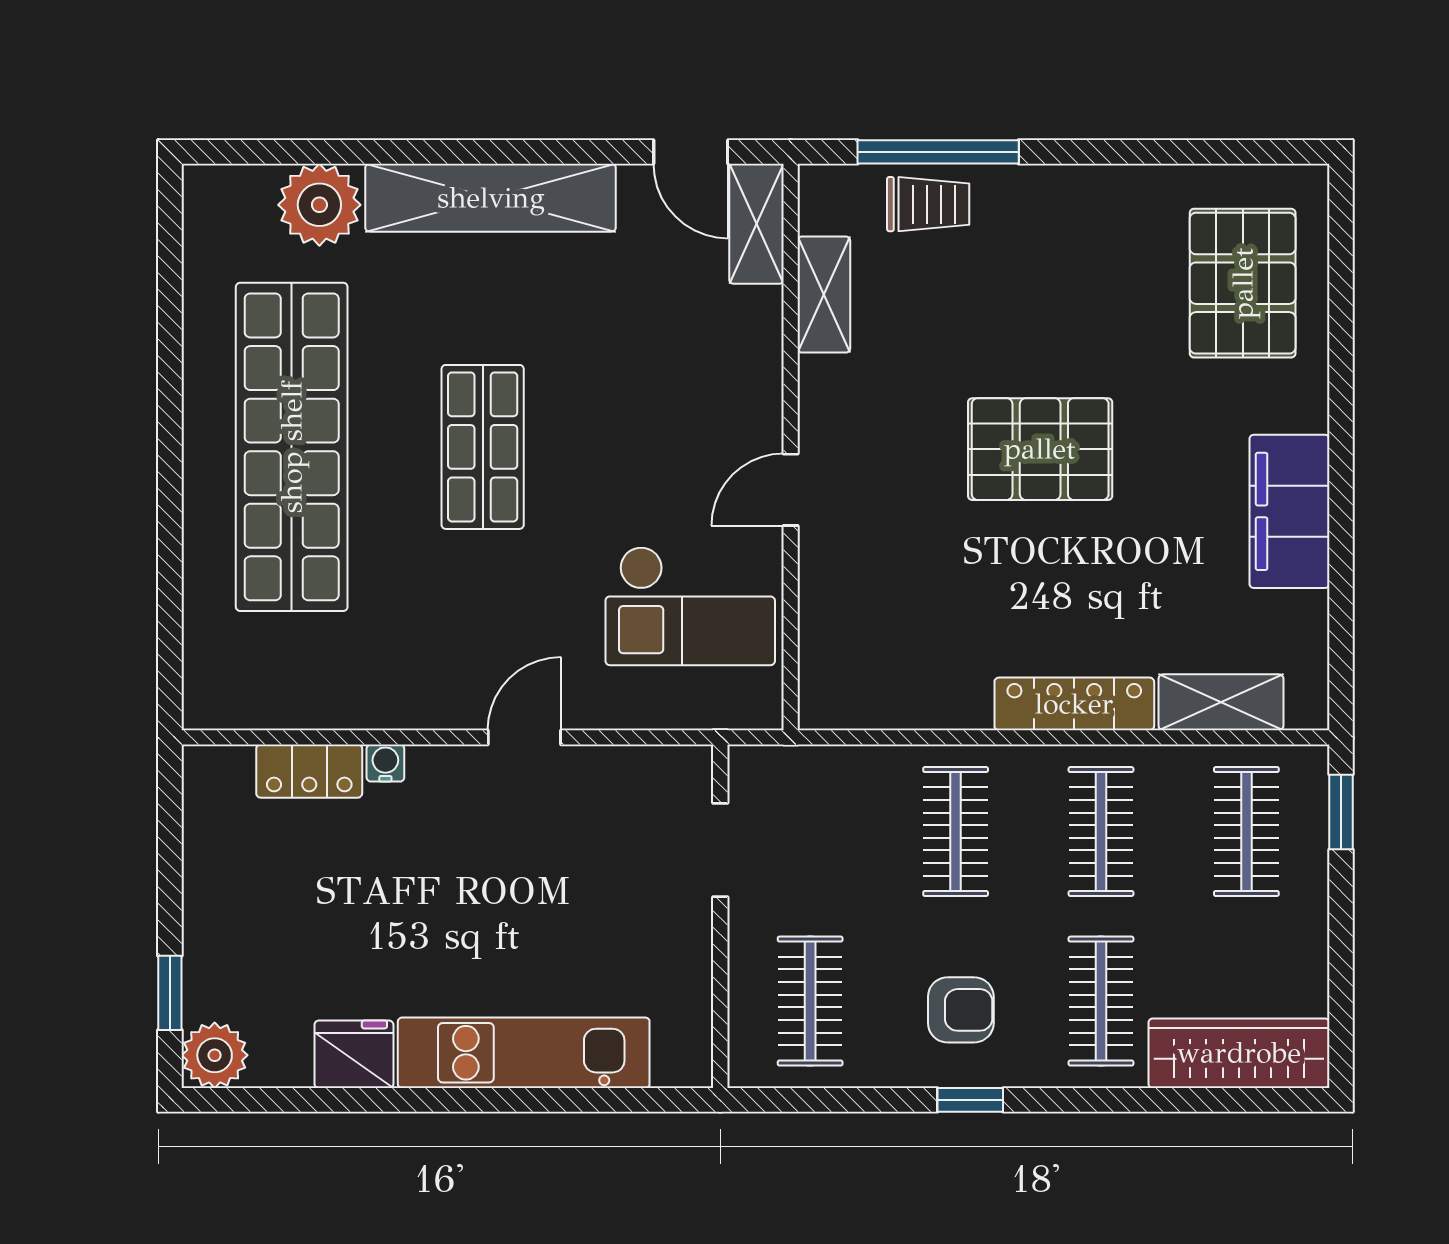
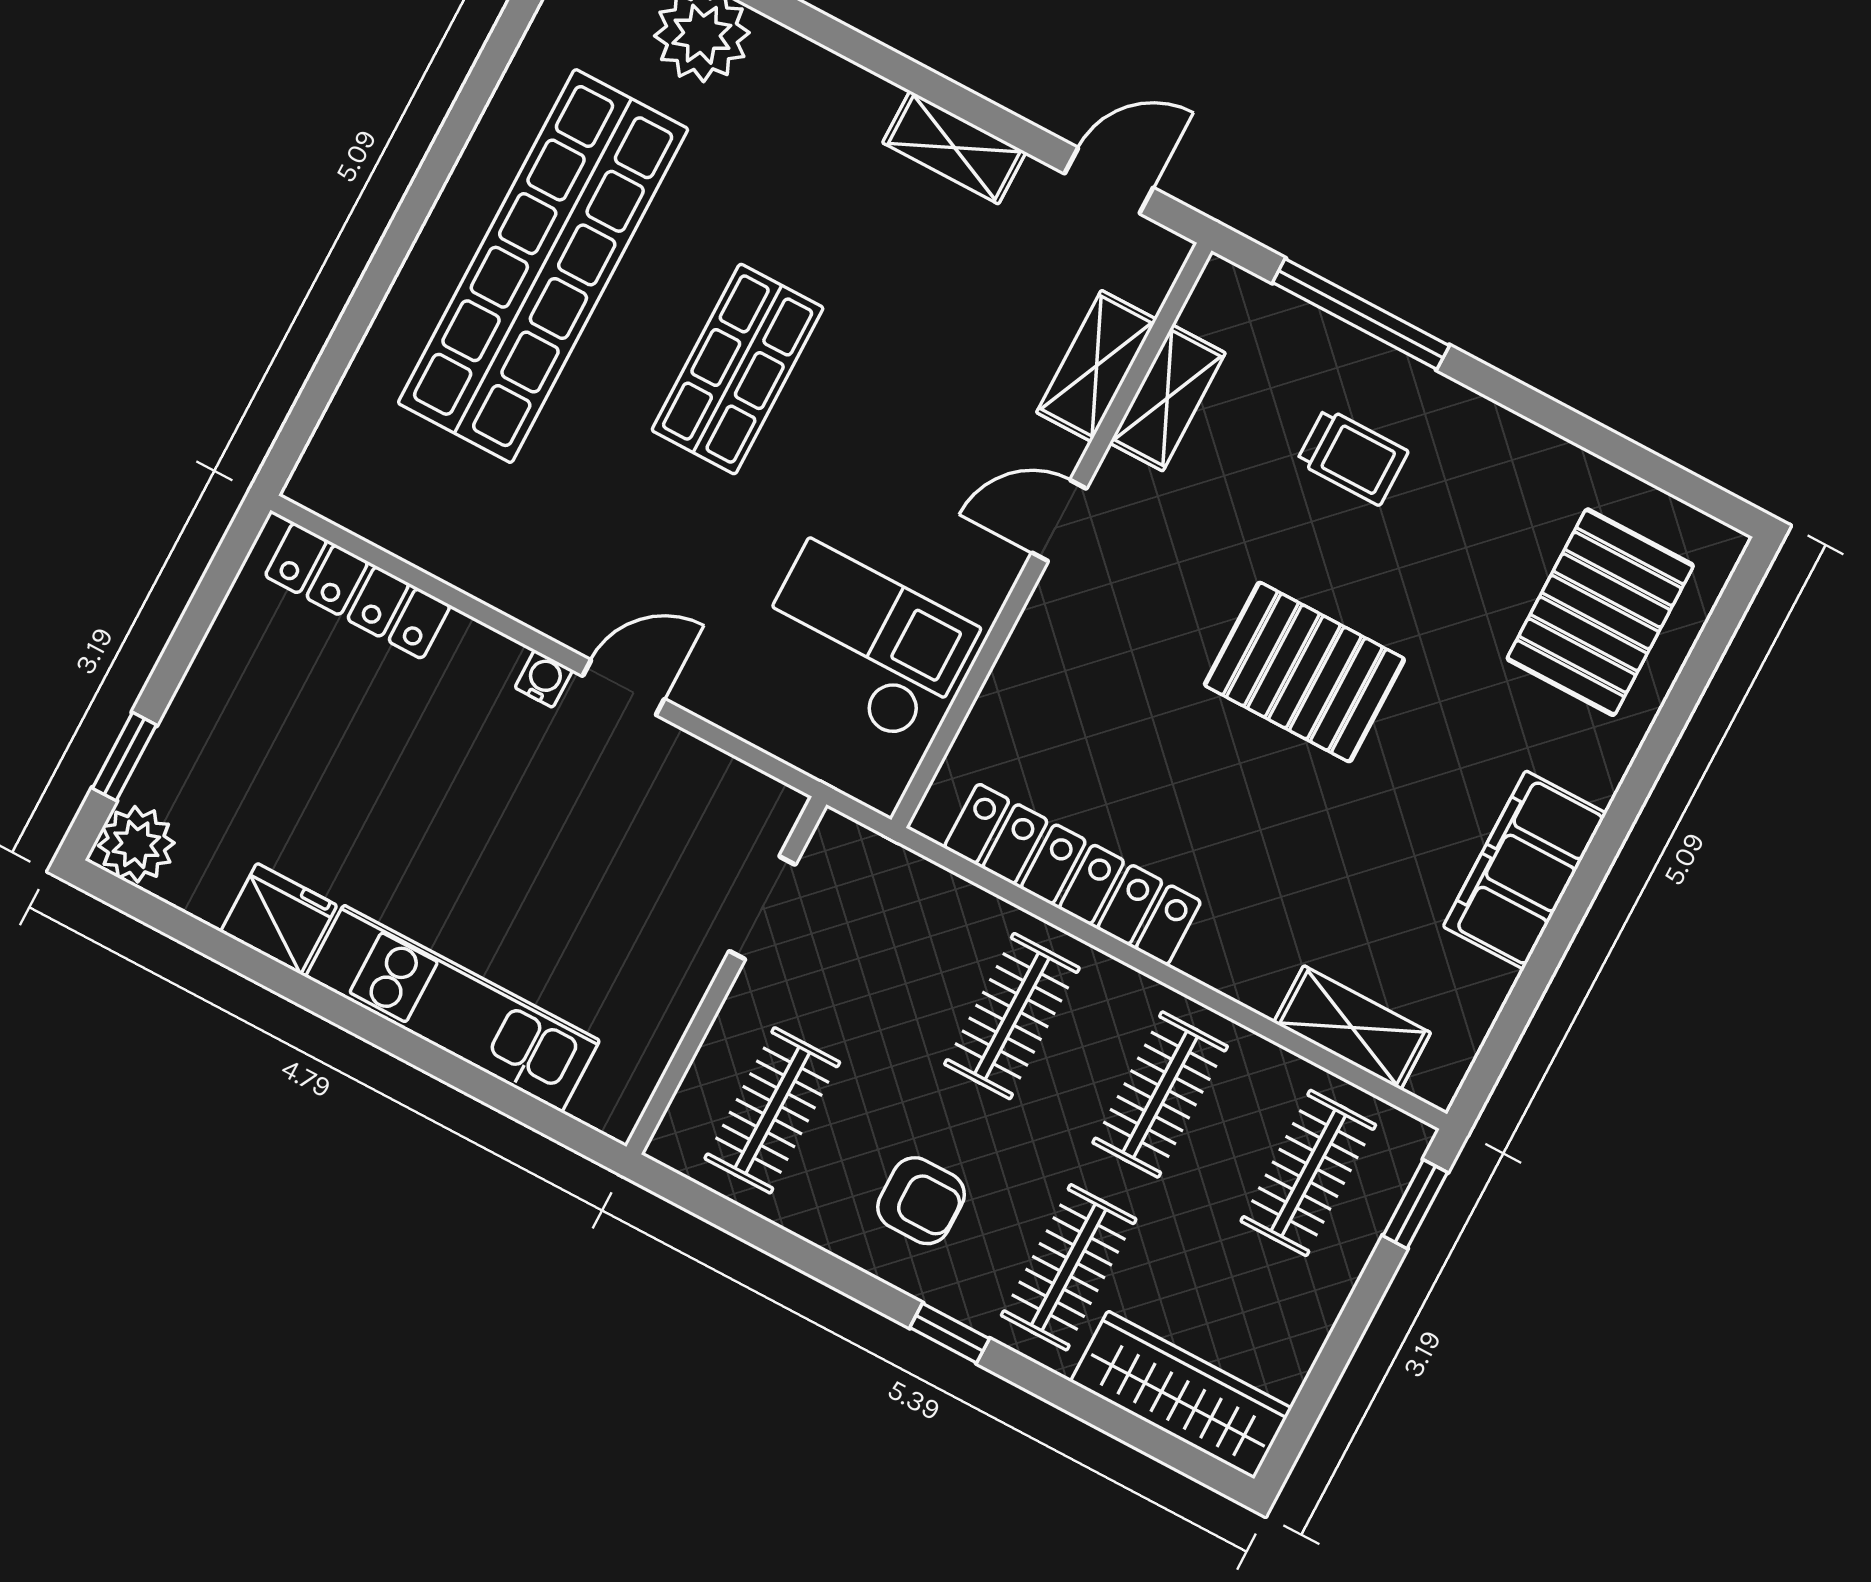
door: (691, 152) -> (1109, 181), swing flipped
shelving: (491, 198) -> (954, 147), width x0.45, depth x0.75
trolley: (928, 204) -> (1352, 457), moved
shelving: (757, 224) -> (1096, 366), moved
door: (791, 490) -> (1059, 521), moved
checkout: (690, 606) -> (863, 643), turned 180
locker: (1074, 704) -> (1072, 874), moved, width x1.41, depth x1.21
water cooler: (385, 763) -> (544, 679), moved
locker: (309, 771) -> (358, 591), width x1.53
window: (970, 1100) -> (950, 1333), moved

